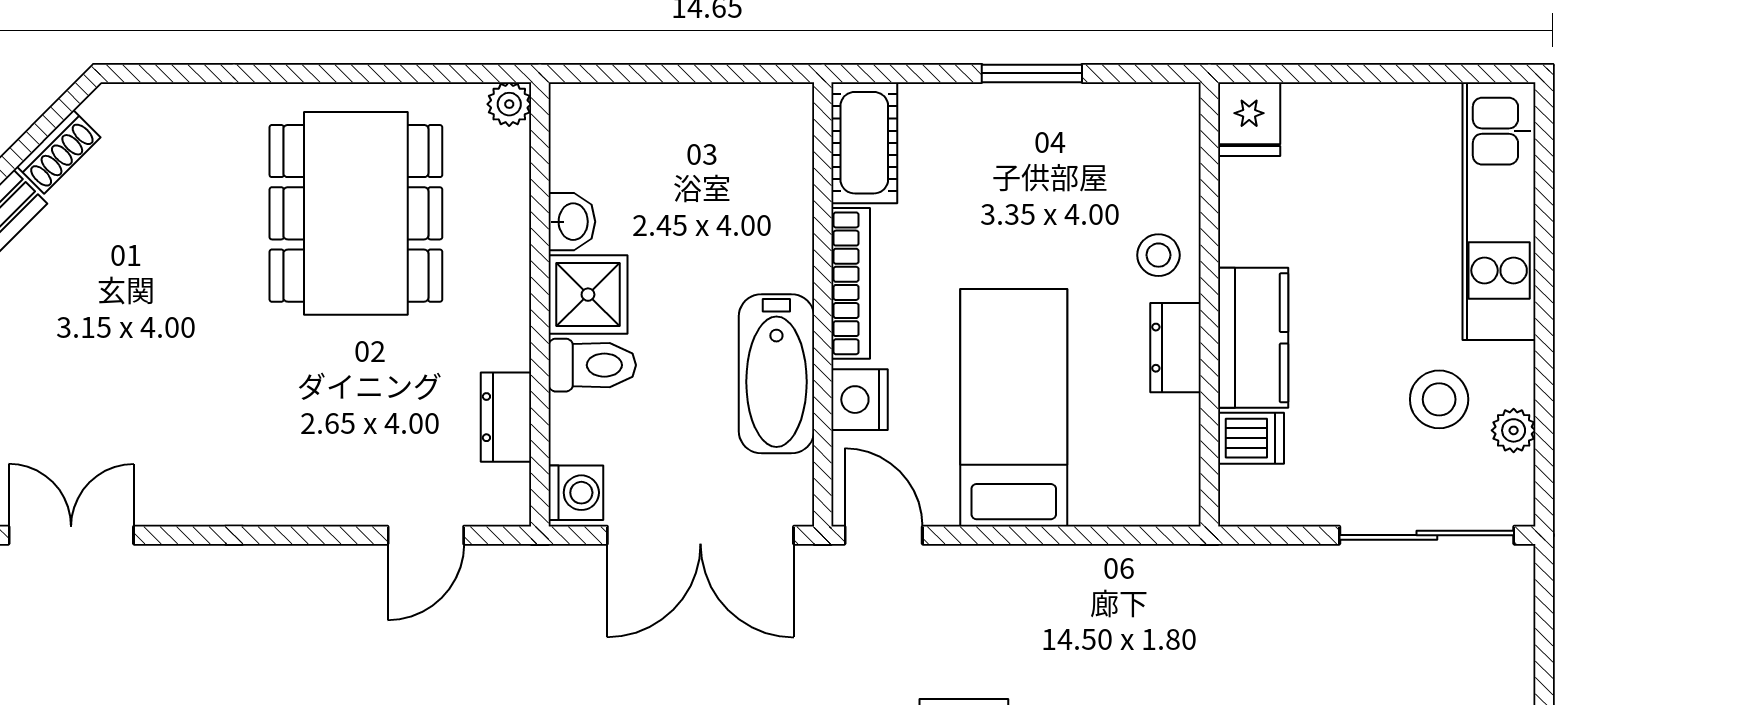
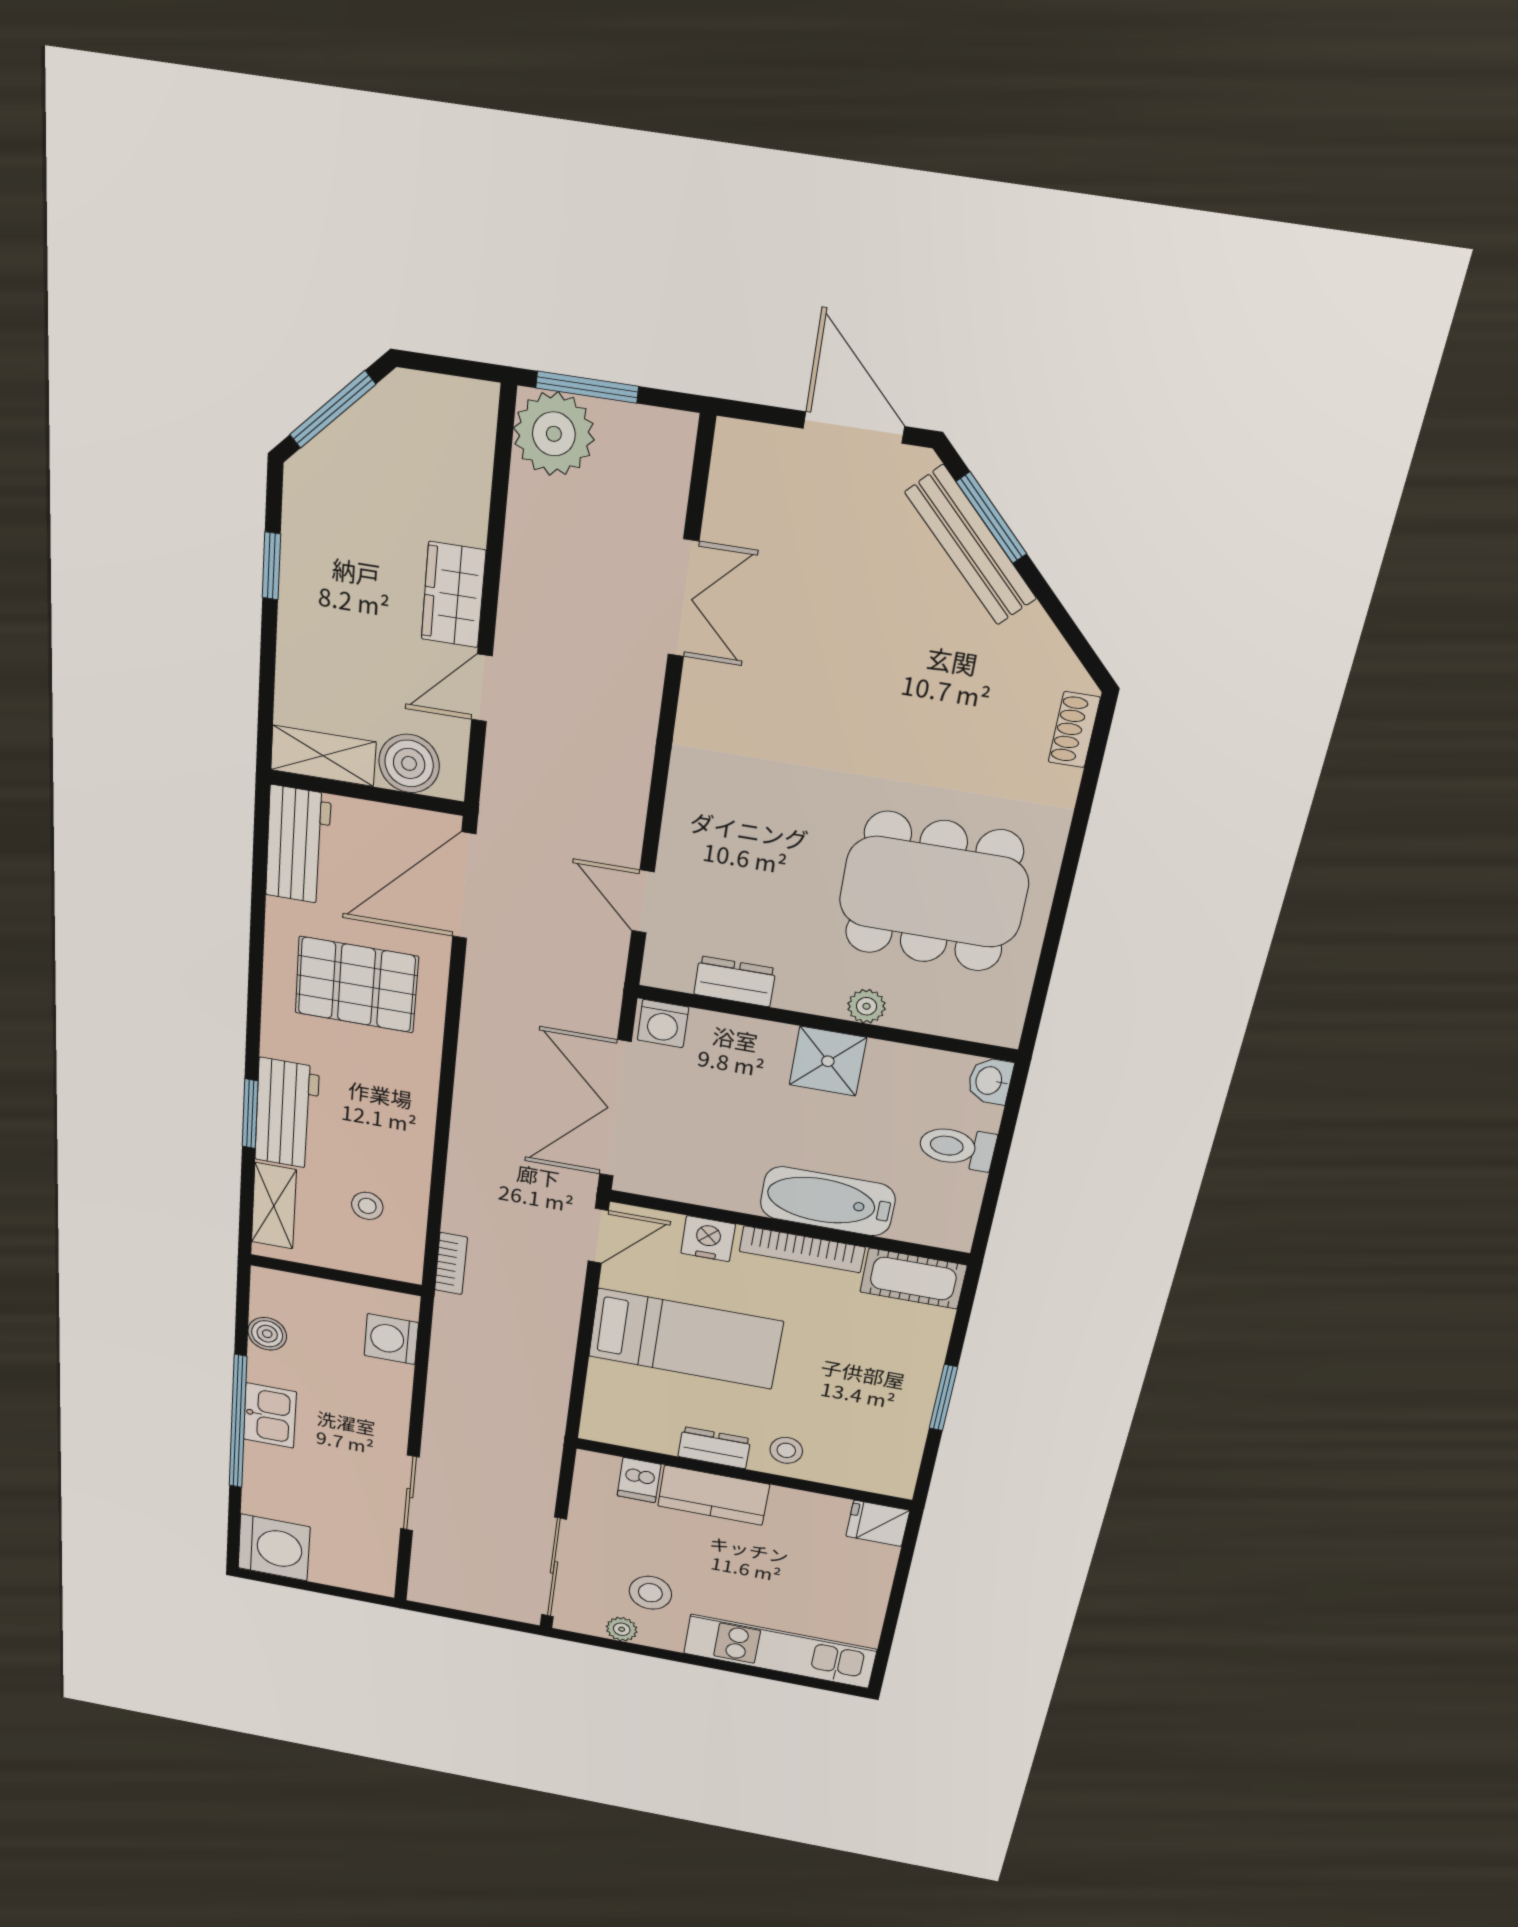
plant: (509, 104) -> (866, 1006), moved
shoe rack: (59, 152) -> (1074, 730), moved, turned 45
washbasin: (572, 222) -> (990, 1081), moved, turned 90
toilet: (592, 365) -> (957, 1147), moved, turned 90
bathtub: (776, 374) -> (828, 1201), moved

